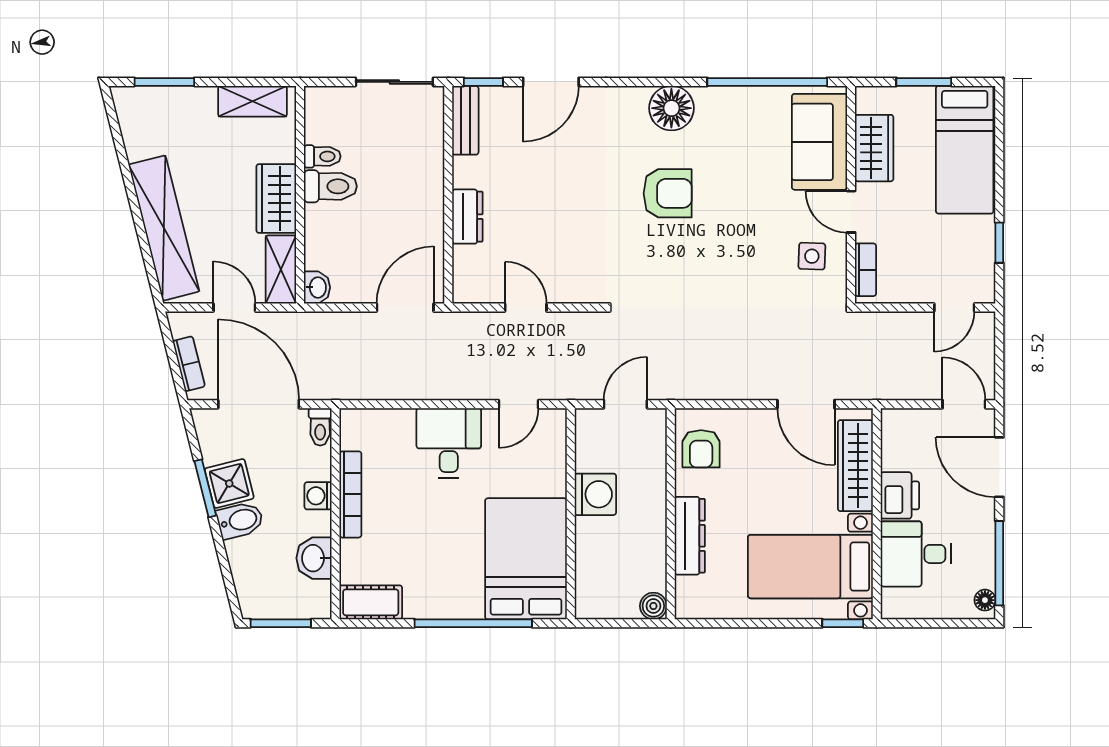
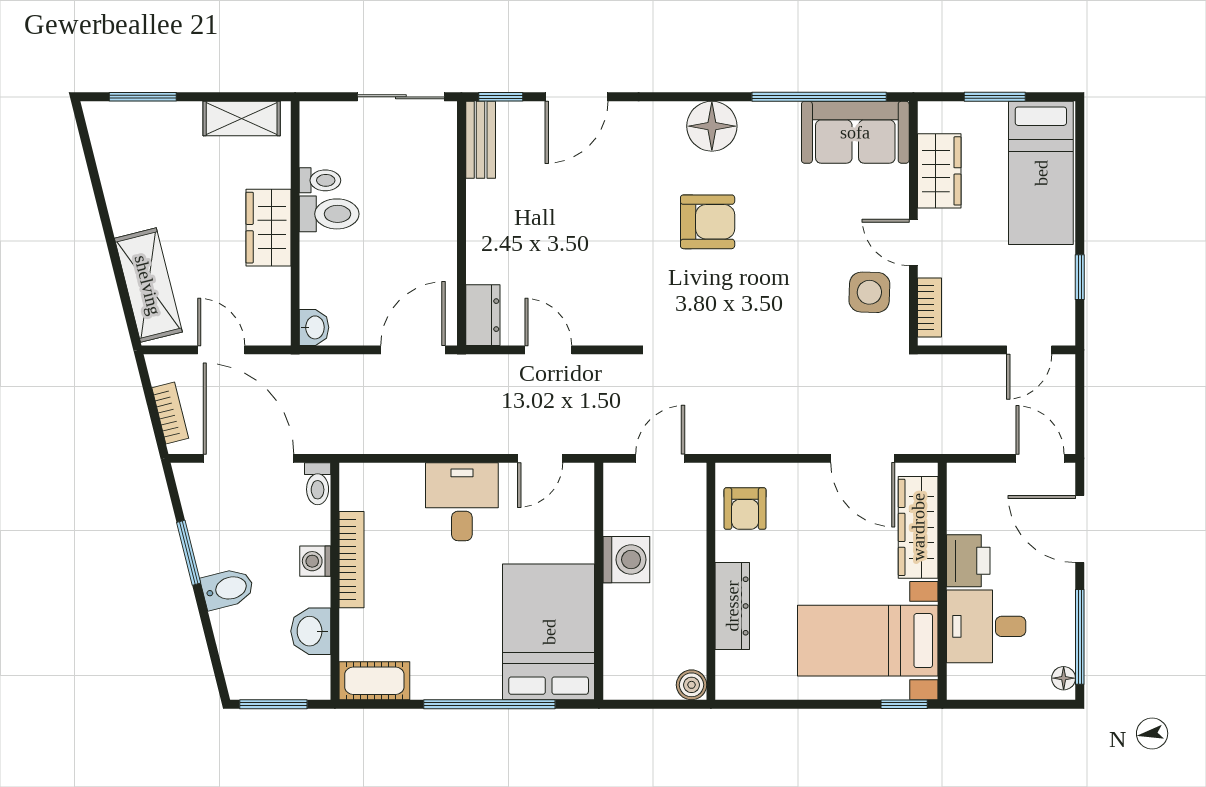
sofa: (820, 142) -> (855, 132), moved, turned -90
dresser: (467, 217) -> (483, 315), moved
shelving: (164, 228) -> (148, 285), width x0.68
side table: (812, 256) -> (869, 292), width x1.37, depth x1.37
shelving: (281, 270) -> (274, 307), removed
shower: (229, 483) -> (216, 547), removed

